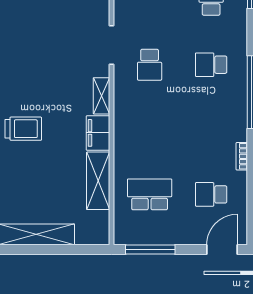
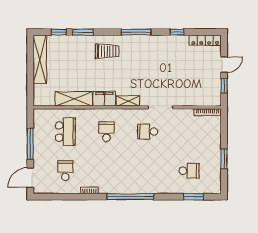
school desk: (211, 65) -> (107, 132), moved
trolley: (23, 129) -> (107, 51), turned -90
window: (150, 249) -> (30, 144), moved
door: (222, 249) -> (30, 178), swing flipped

